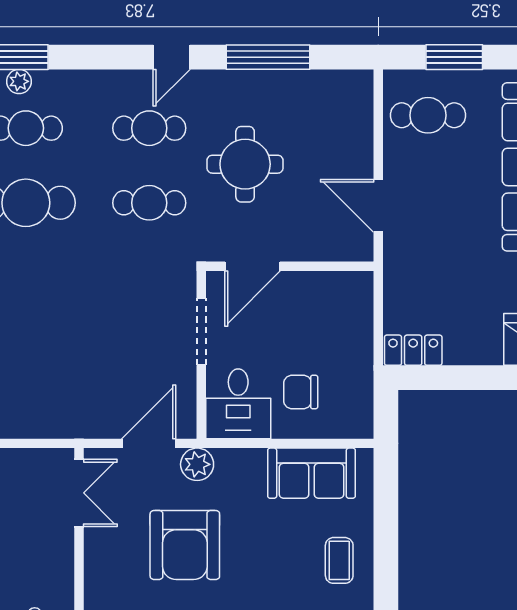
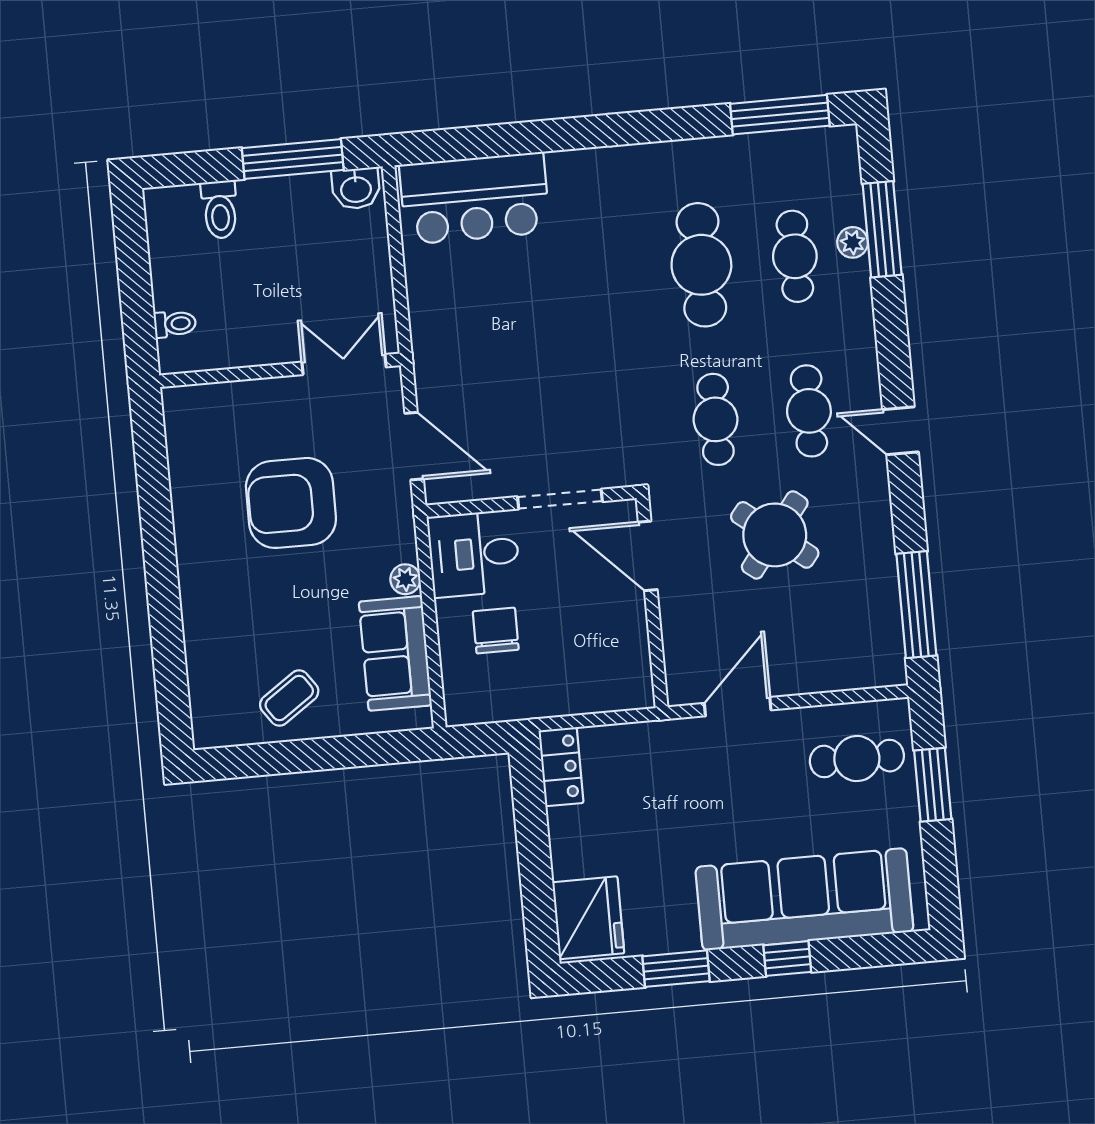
window: (268, 57) -> (916, 605), moved
cafe table: (428, 115) -> (857, 759), turned 90
round table: (245, 164) -> (775, 535), turned 38
plant: (197, 464) -> (405, 579), moved, width x0.73, depth x0.73
double door: (79, 493) -> (344, 365), swing flipped
coffee table: (339, 560) -> (289, 698), turned -35

